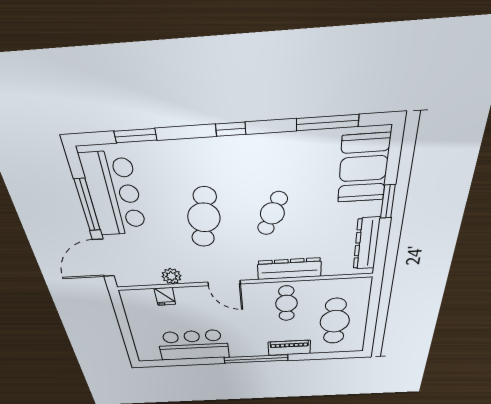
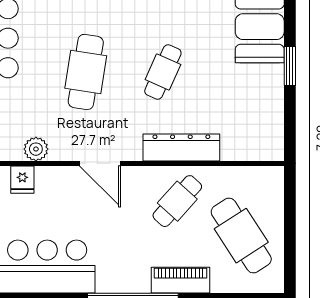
dresser: (366, 244) -> (272, 118), removed
cafe table: (286, 303) -> (177, 201), turned 42
cafe table: (335, 321) -> (241, 236), turned -33

